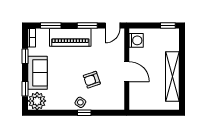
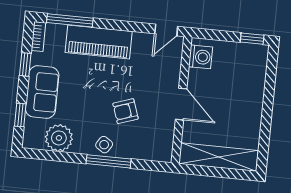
window: (51, 26) -> (70, 20), width x1.44
window: (87, 26) -> (127, 26), removed
shelving: (172, 76) -> (218, 157), moved, turned 90
plant: (37, 101) -> (59, 138), moved
window: (84, 113) -> (109, 161), width x2.17

